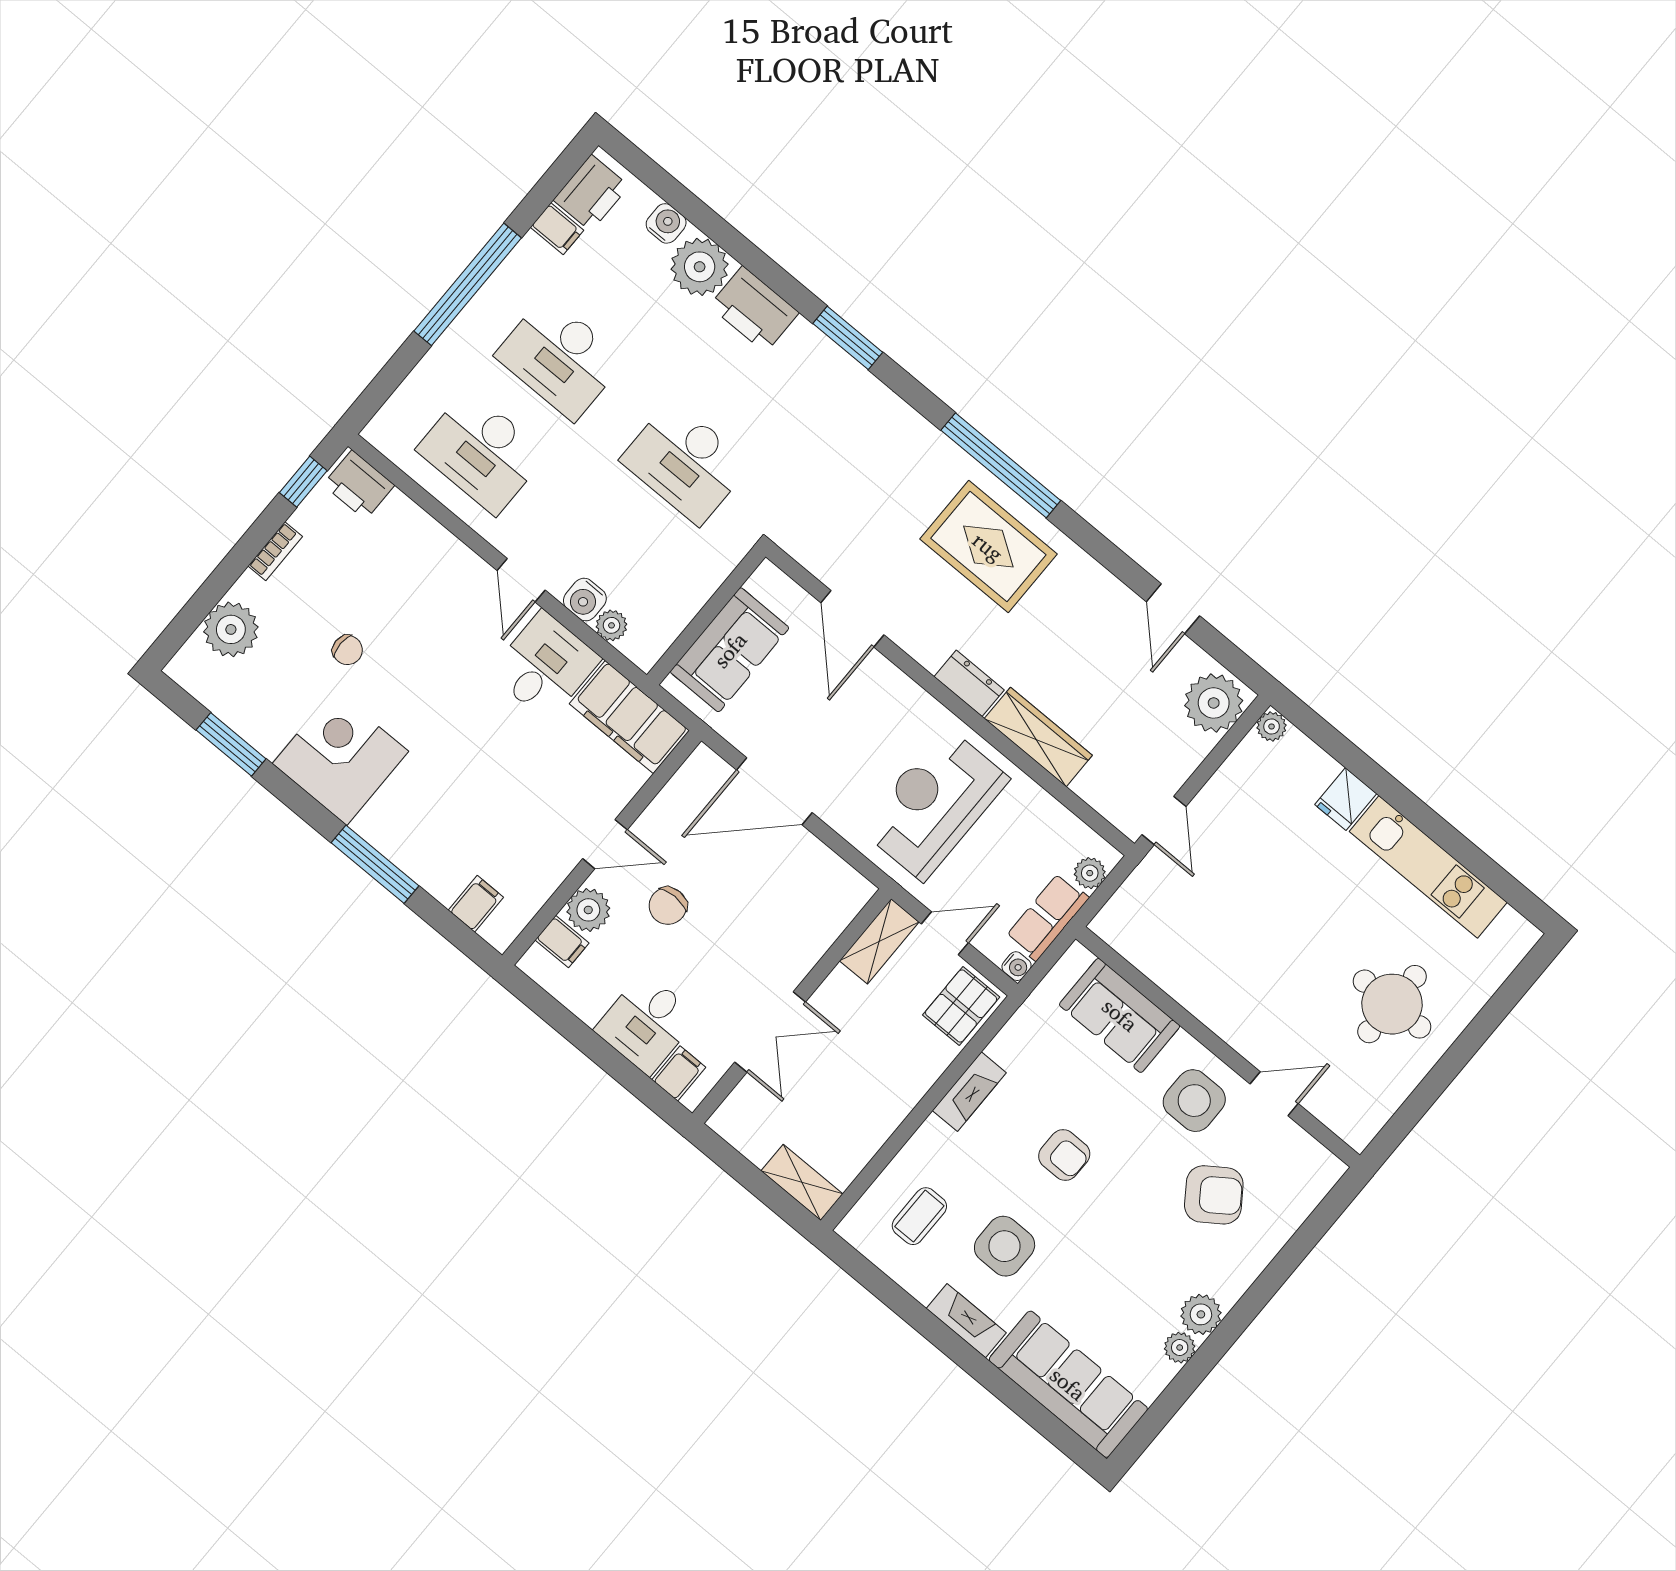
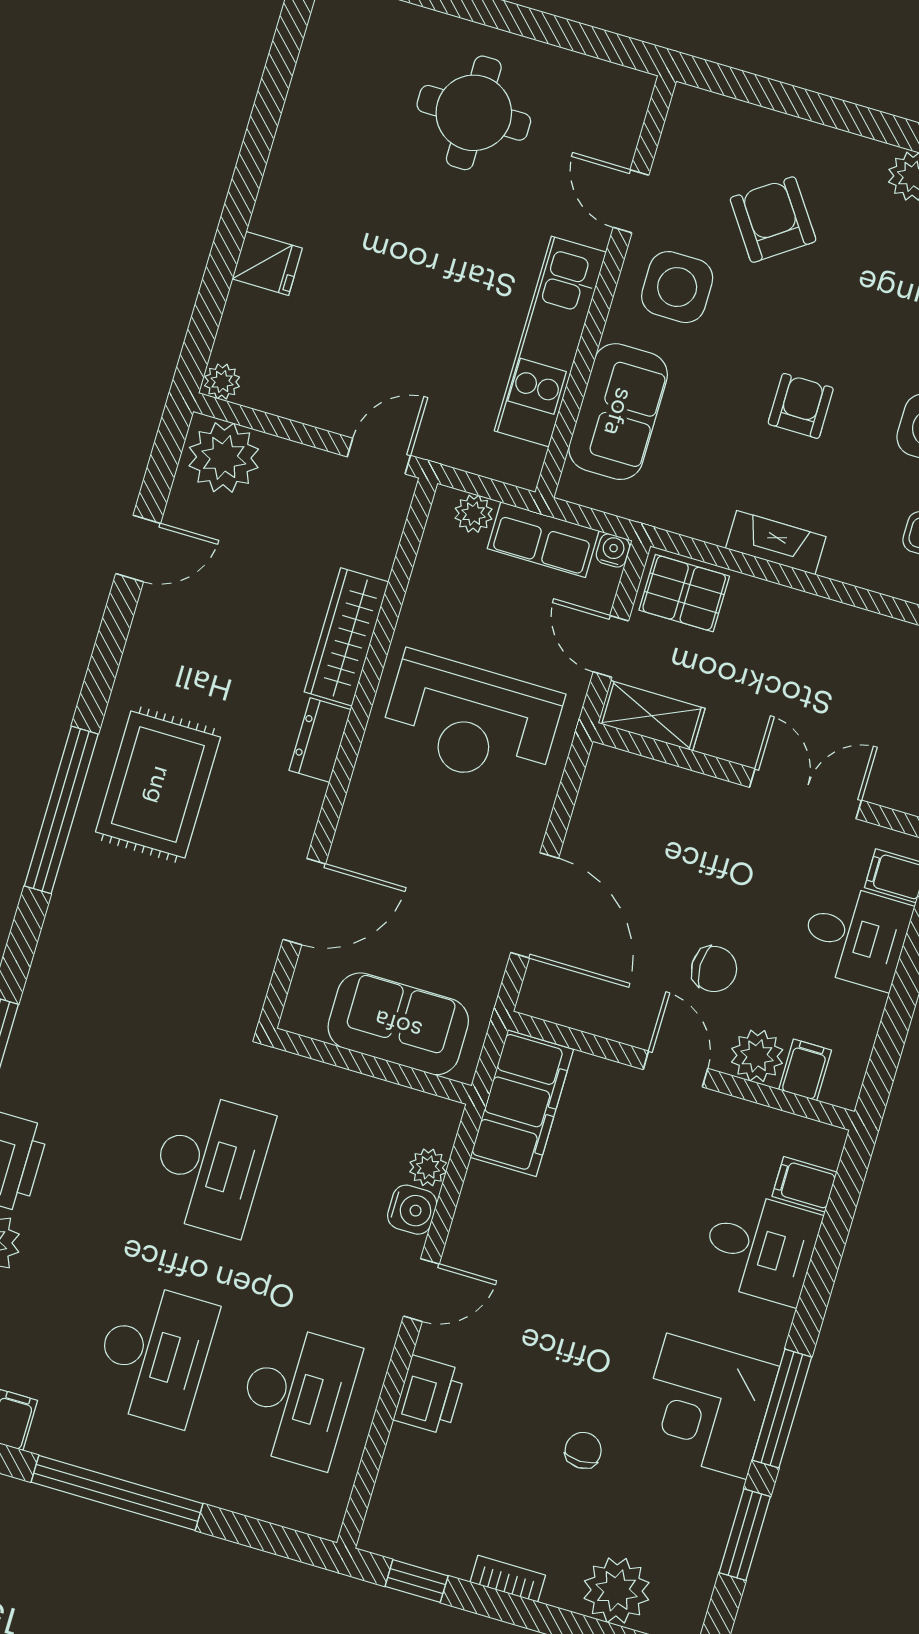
printer: (359, 485) -> (429, 1395), moved
desk: (545, 666) -> (760, 1247), moved, turned 180
window: (375, 864) -> (782, 1409), moved
kitchen unit: (1428, 867) -> (550, 341), moved, turned 180

